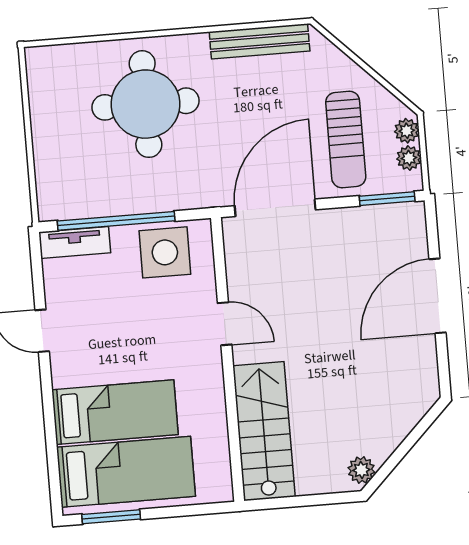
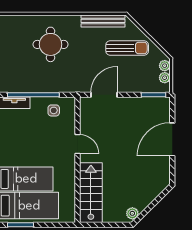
round table: (145, 104) -> (51, 44), width x0.73, depth x0.73
sun lounger: (346, 139) -> (127, 48), moved, turned -90
door: (275, 208) -> (104, 95), width x0.73
side table: (165, 252) -> (54, 110), width x0.54, depth x0.54

